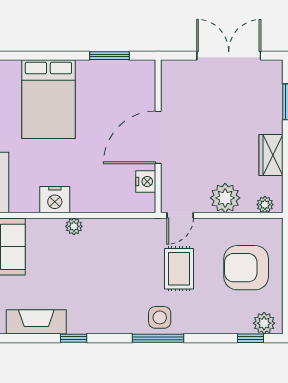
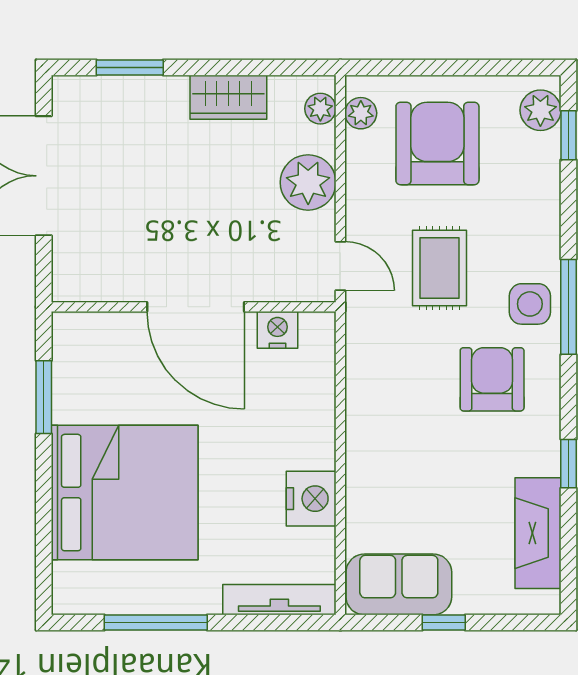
bed: (48, 99) -> (125, 493), width x1.36
plant: (74, 226) -> (361, 113), moved
armchair: (246, 268) -> (437, 144), turned 180
rug: (179, 269) -> (439, 268), turned 90
armchair: (119, 297) -> (492, 379), added

